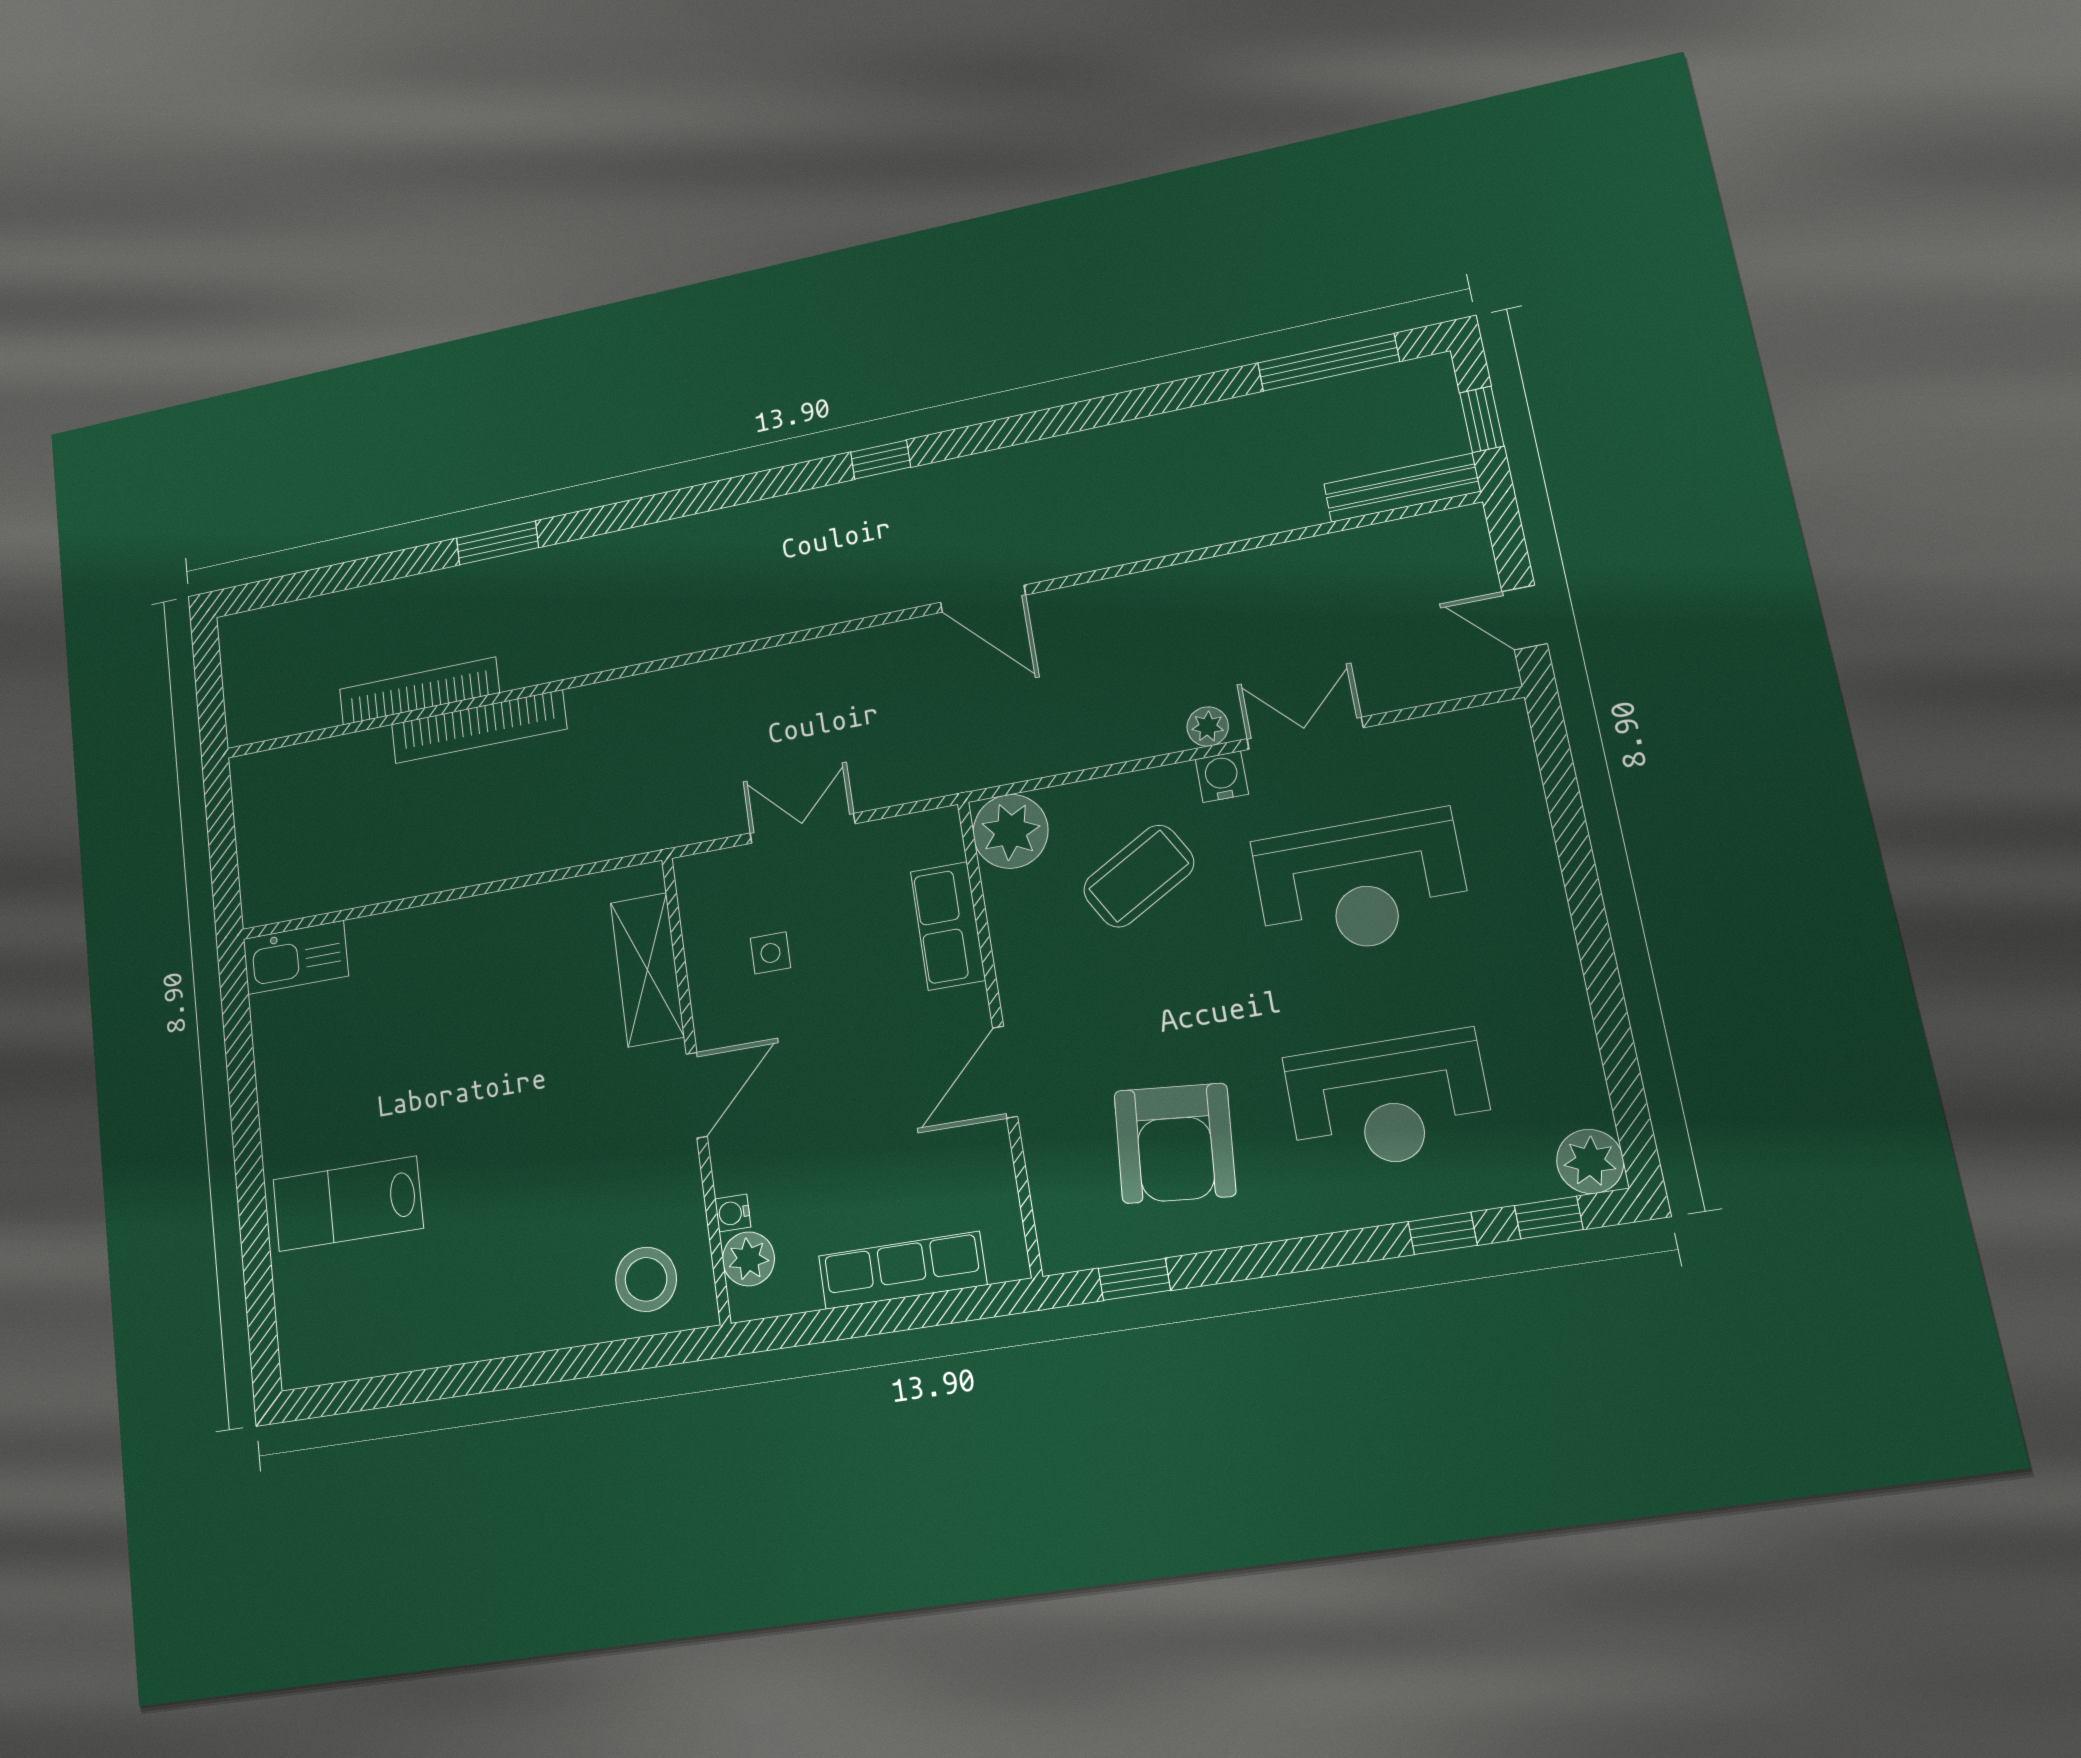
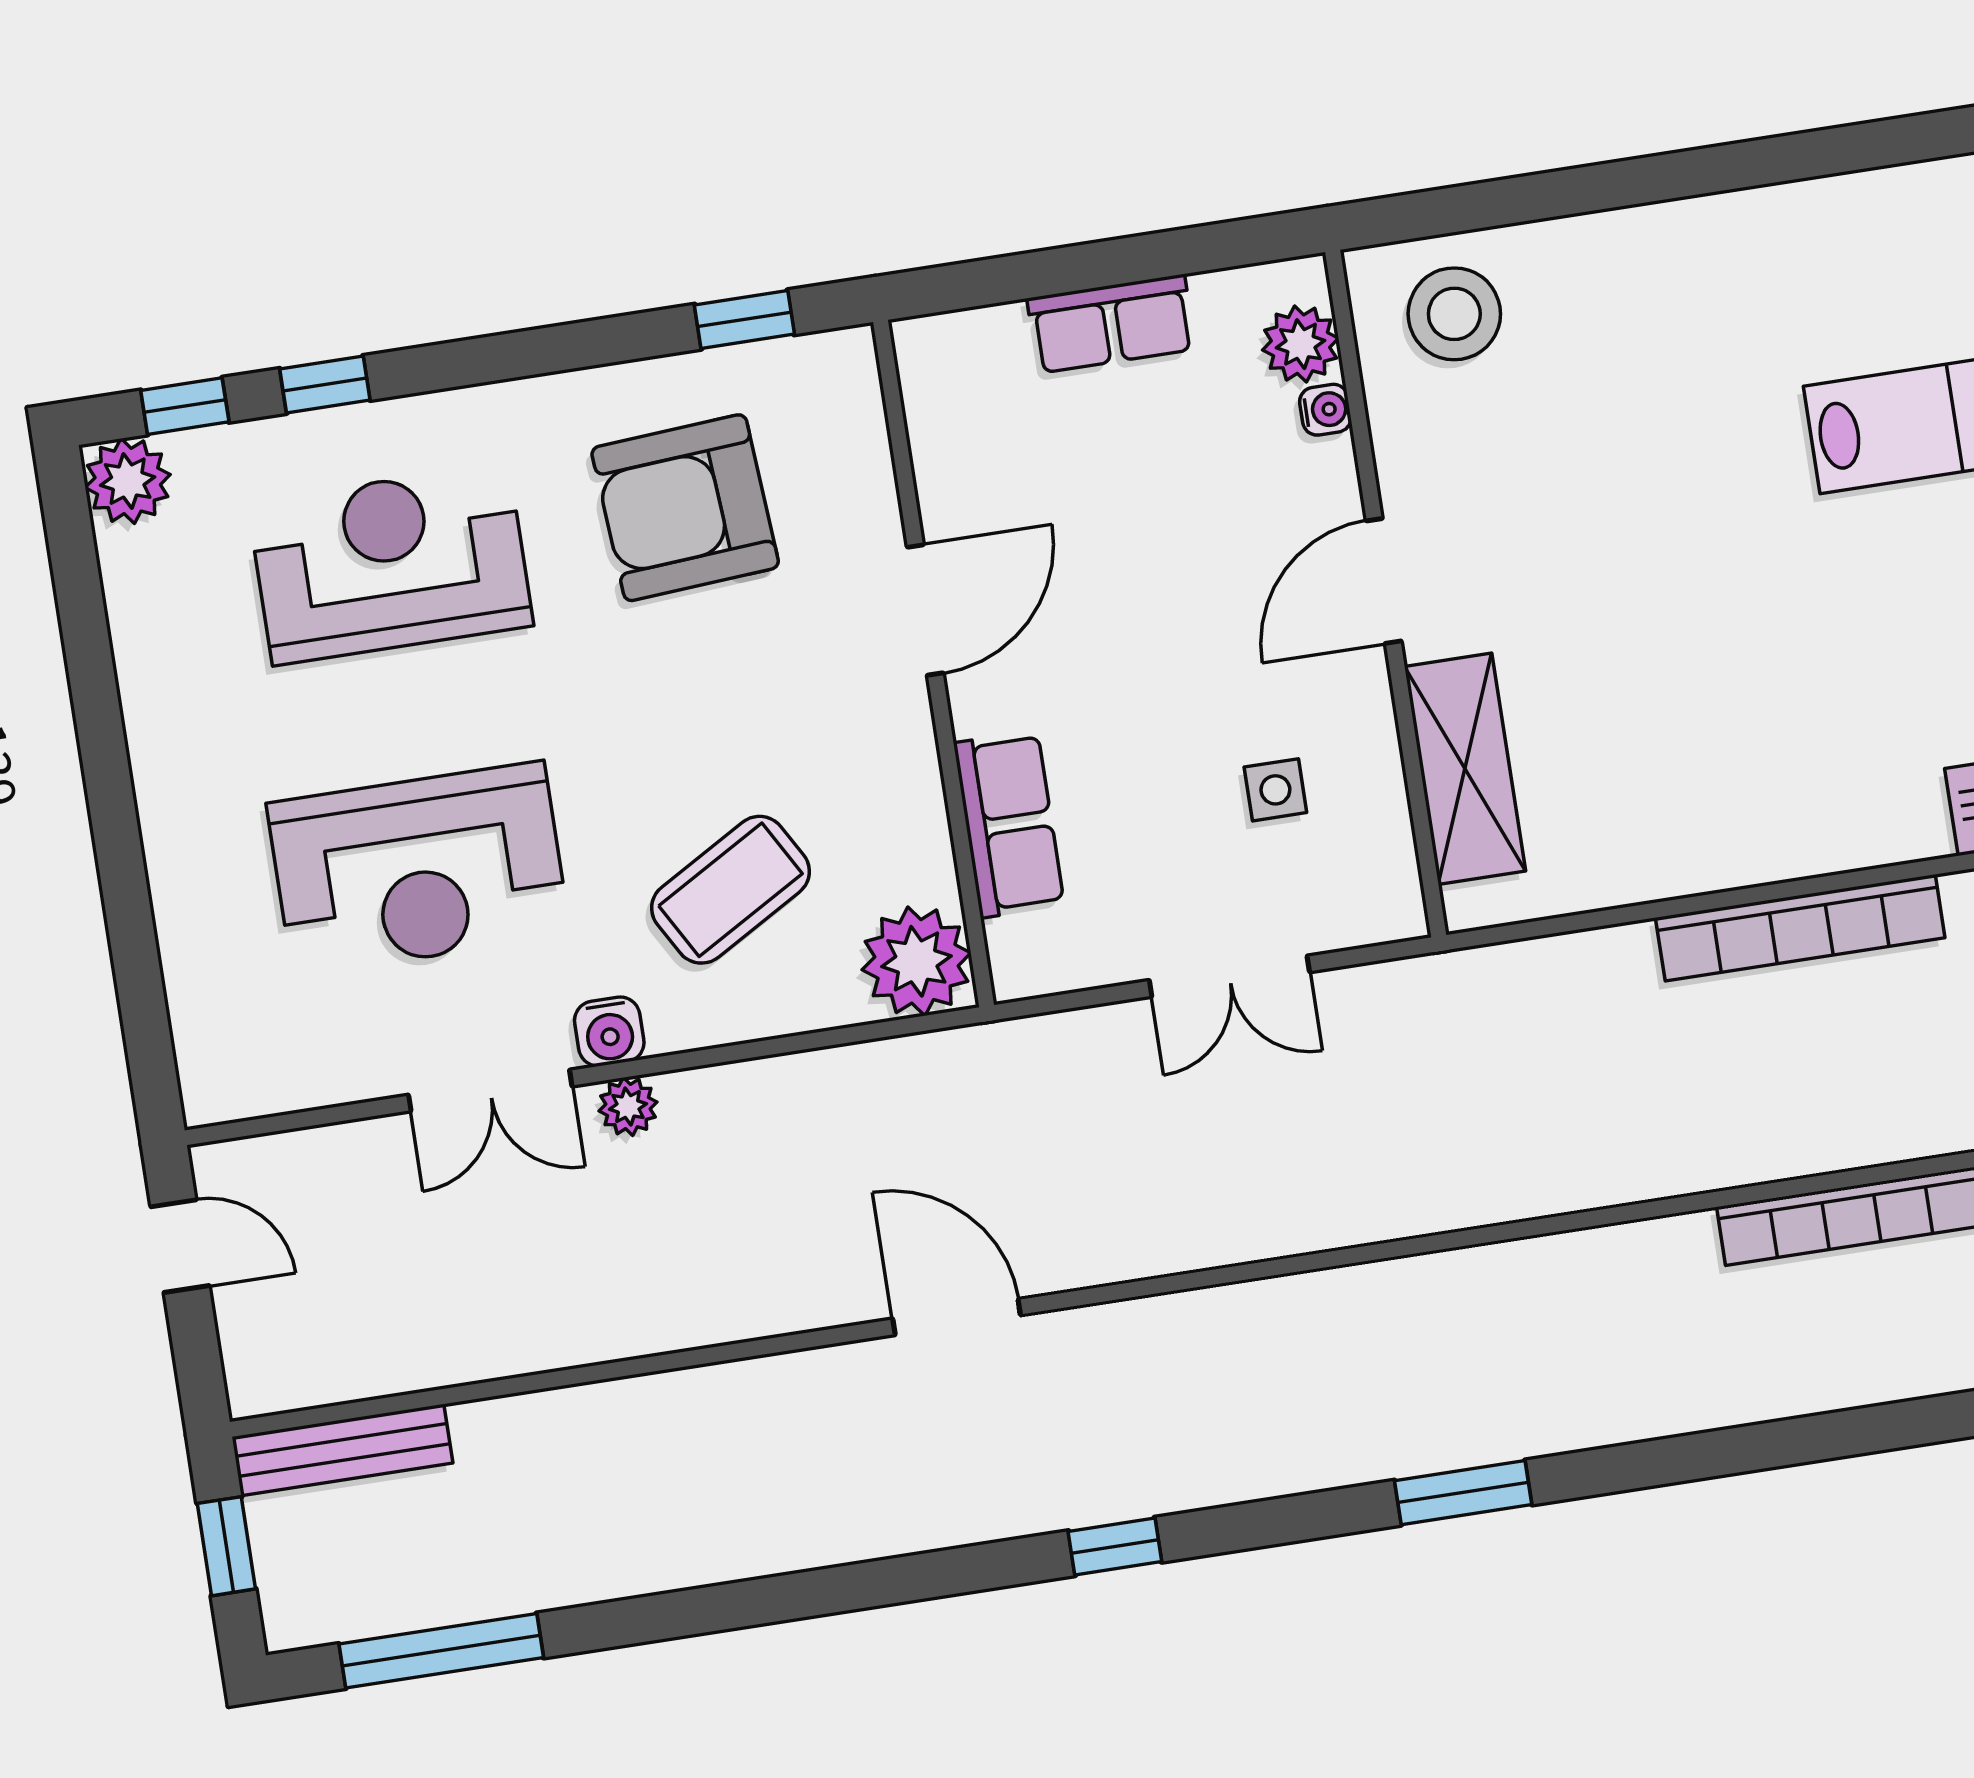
window: (498, 543) -> (1463, 1493), moved
bookcase: (479, 727) -> (1800, 928), moved, turned 180
reception desk: (1361, 884) -> (418, 869), turned 180
armchair: (1175, 1143) -> (685, 508), turned -99
row of seats: (902, 1270) -> (1111, 324), width x0.68

